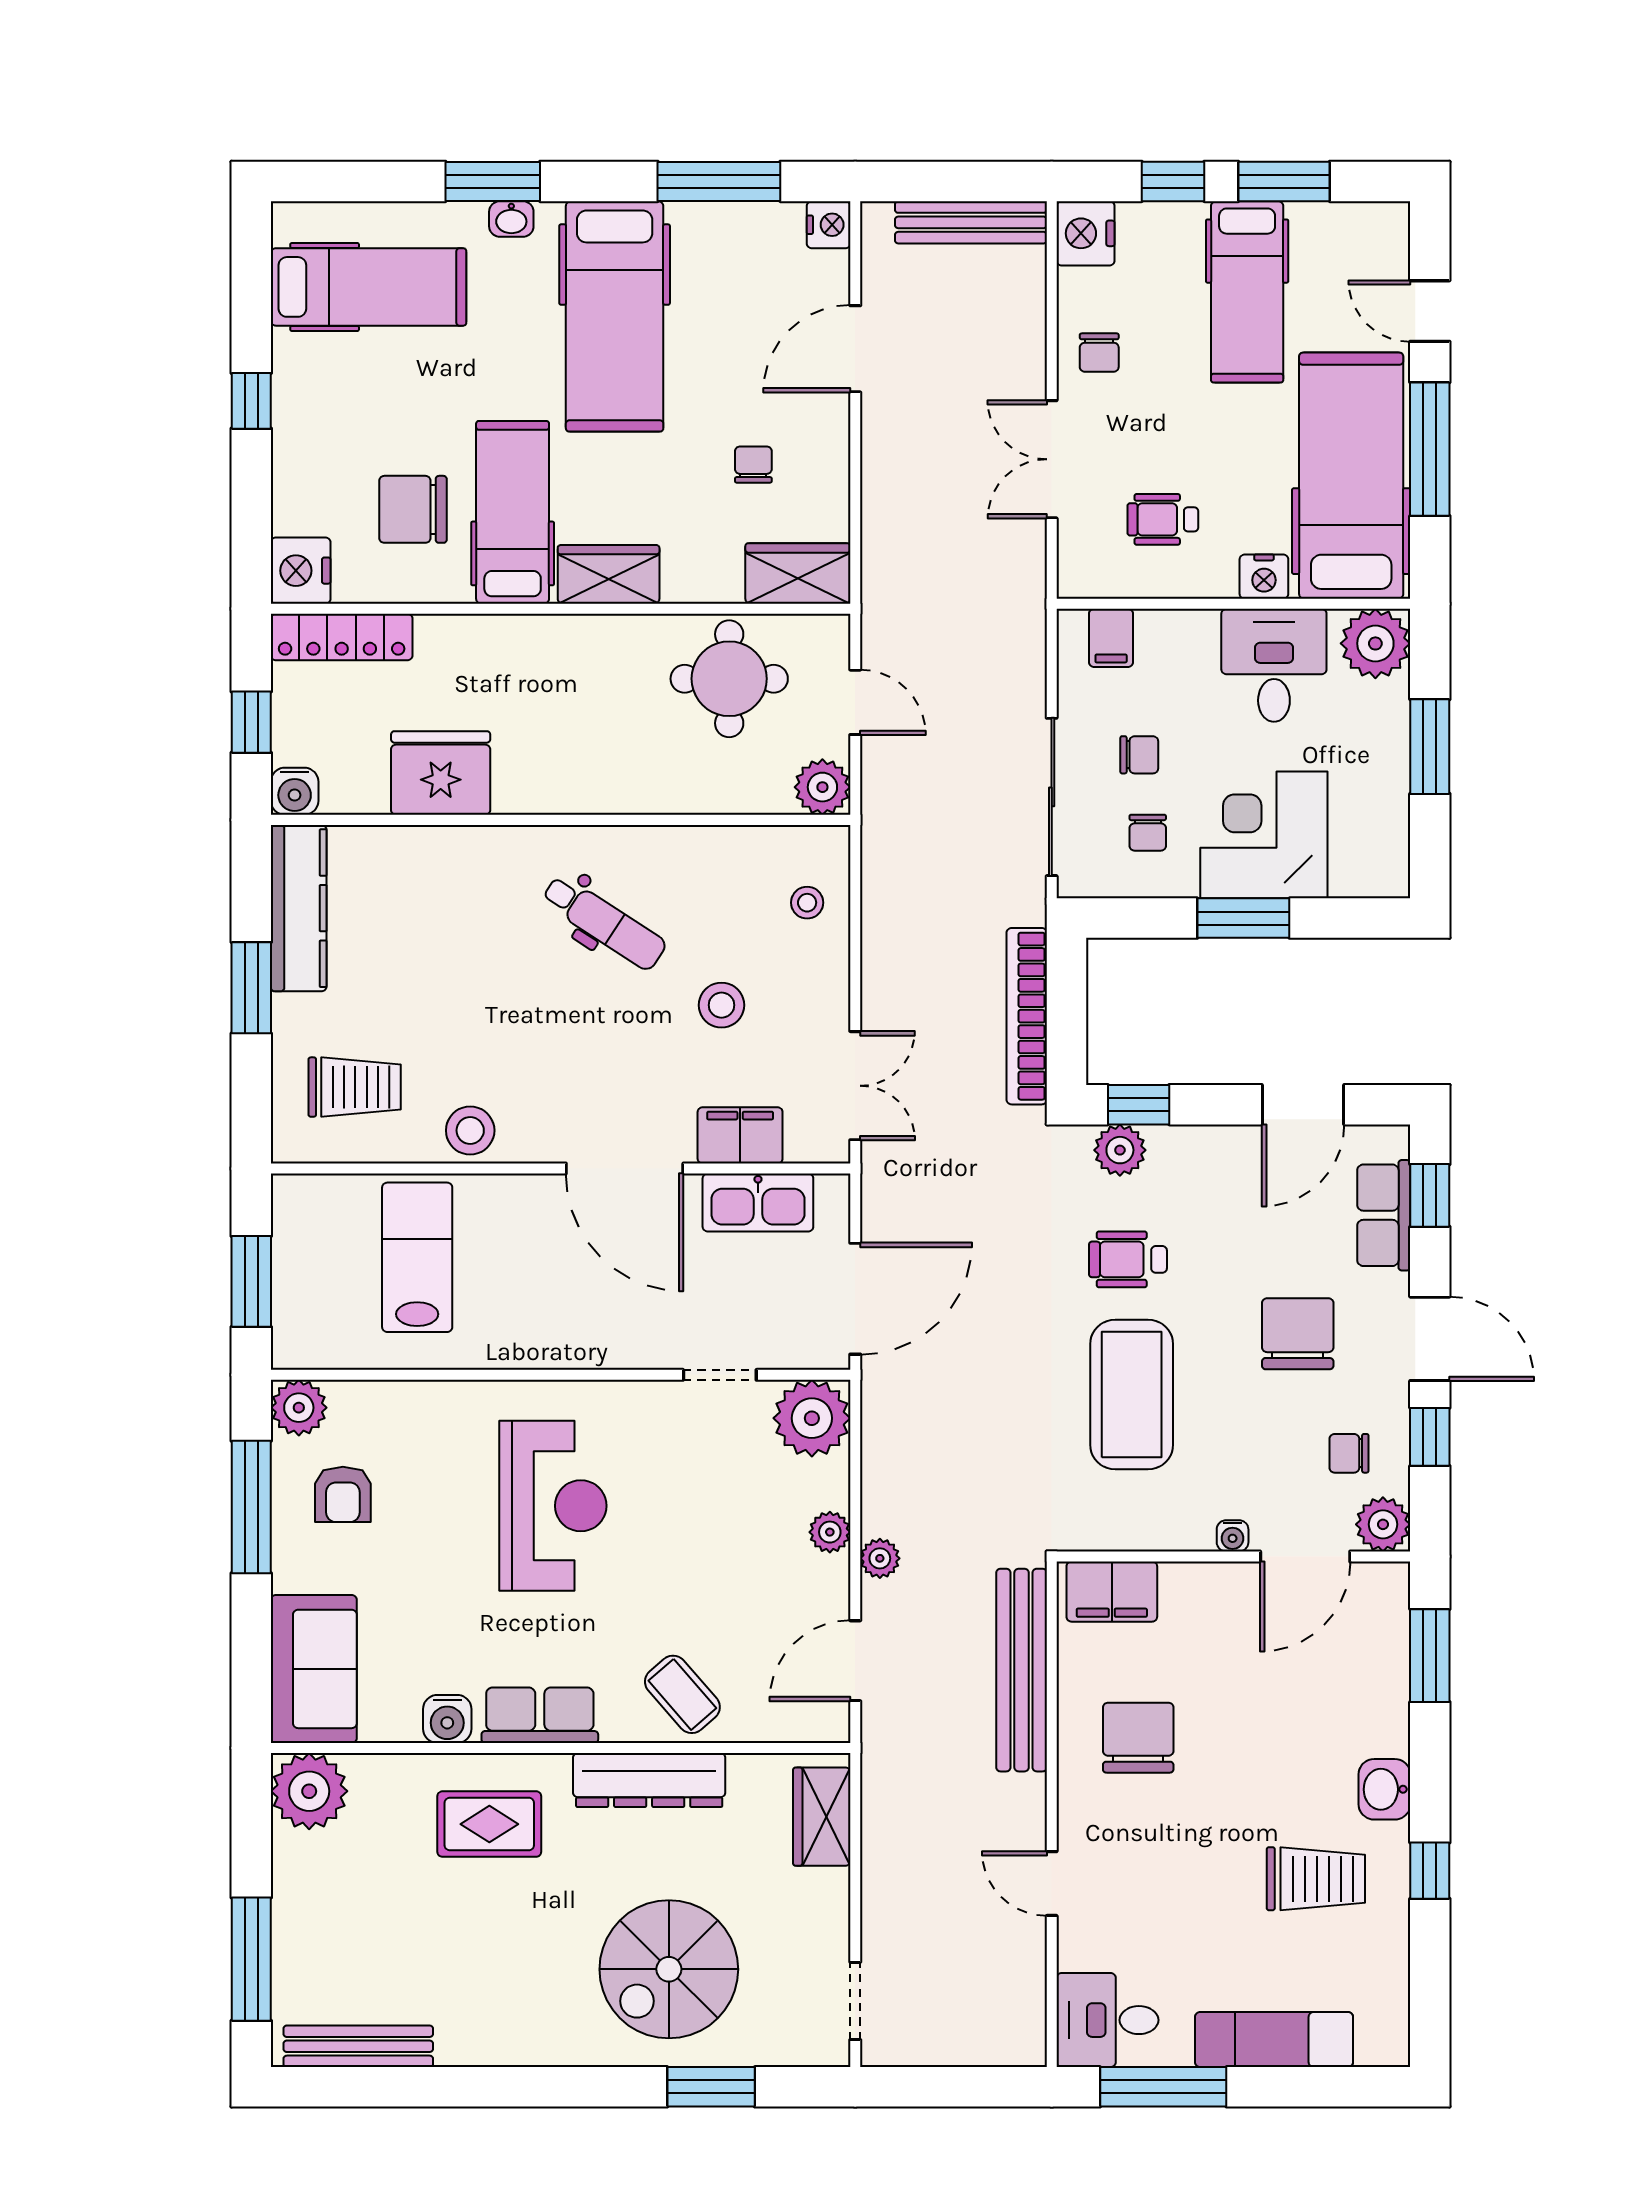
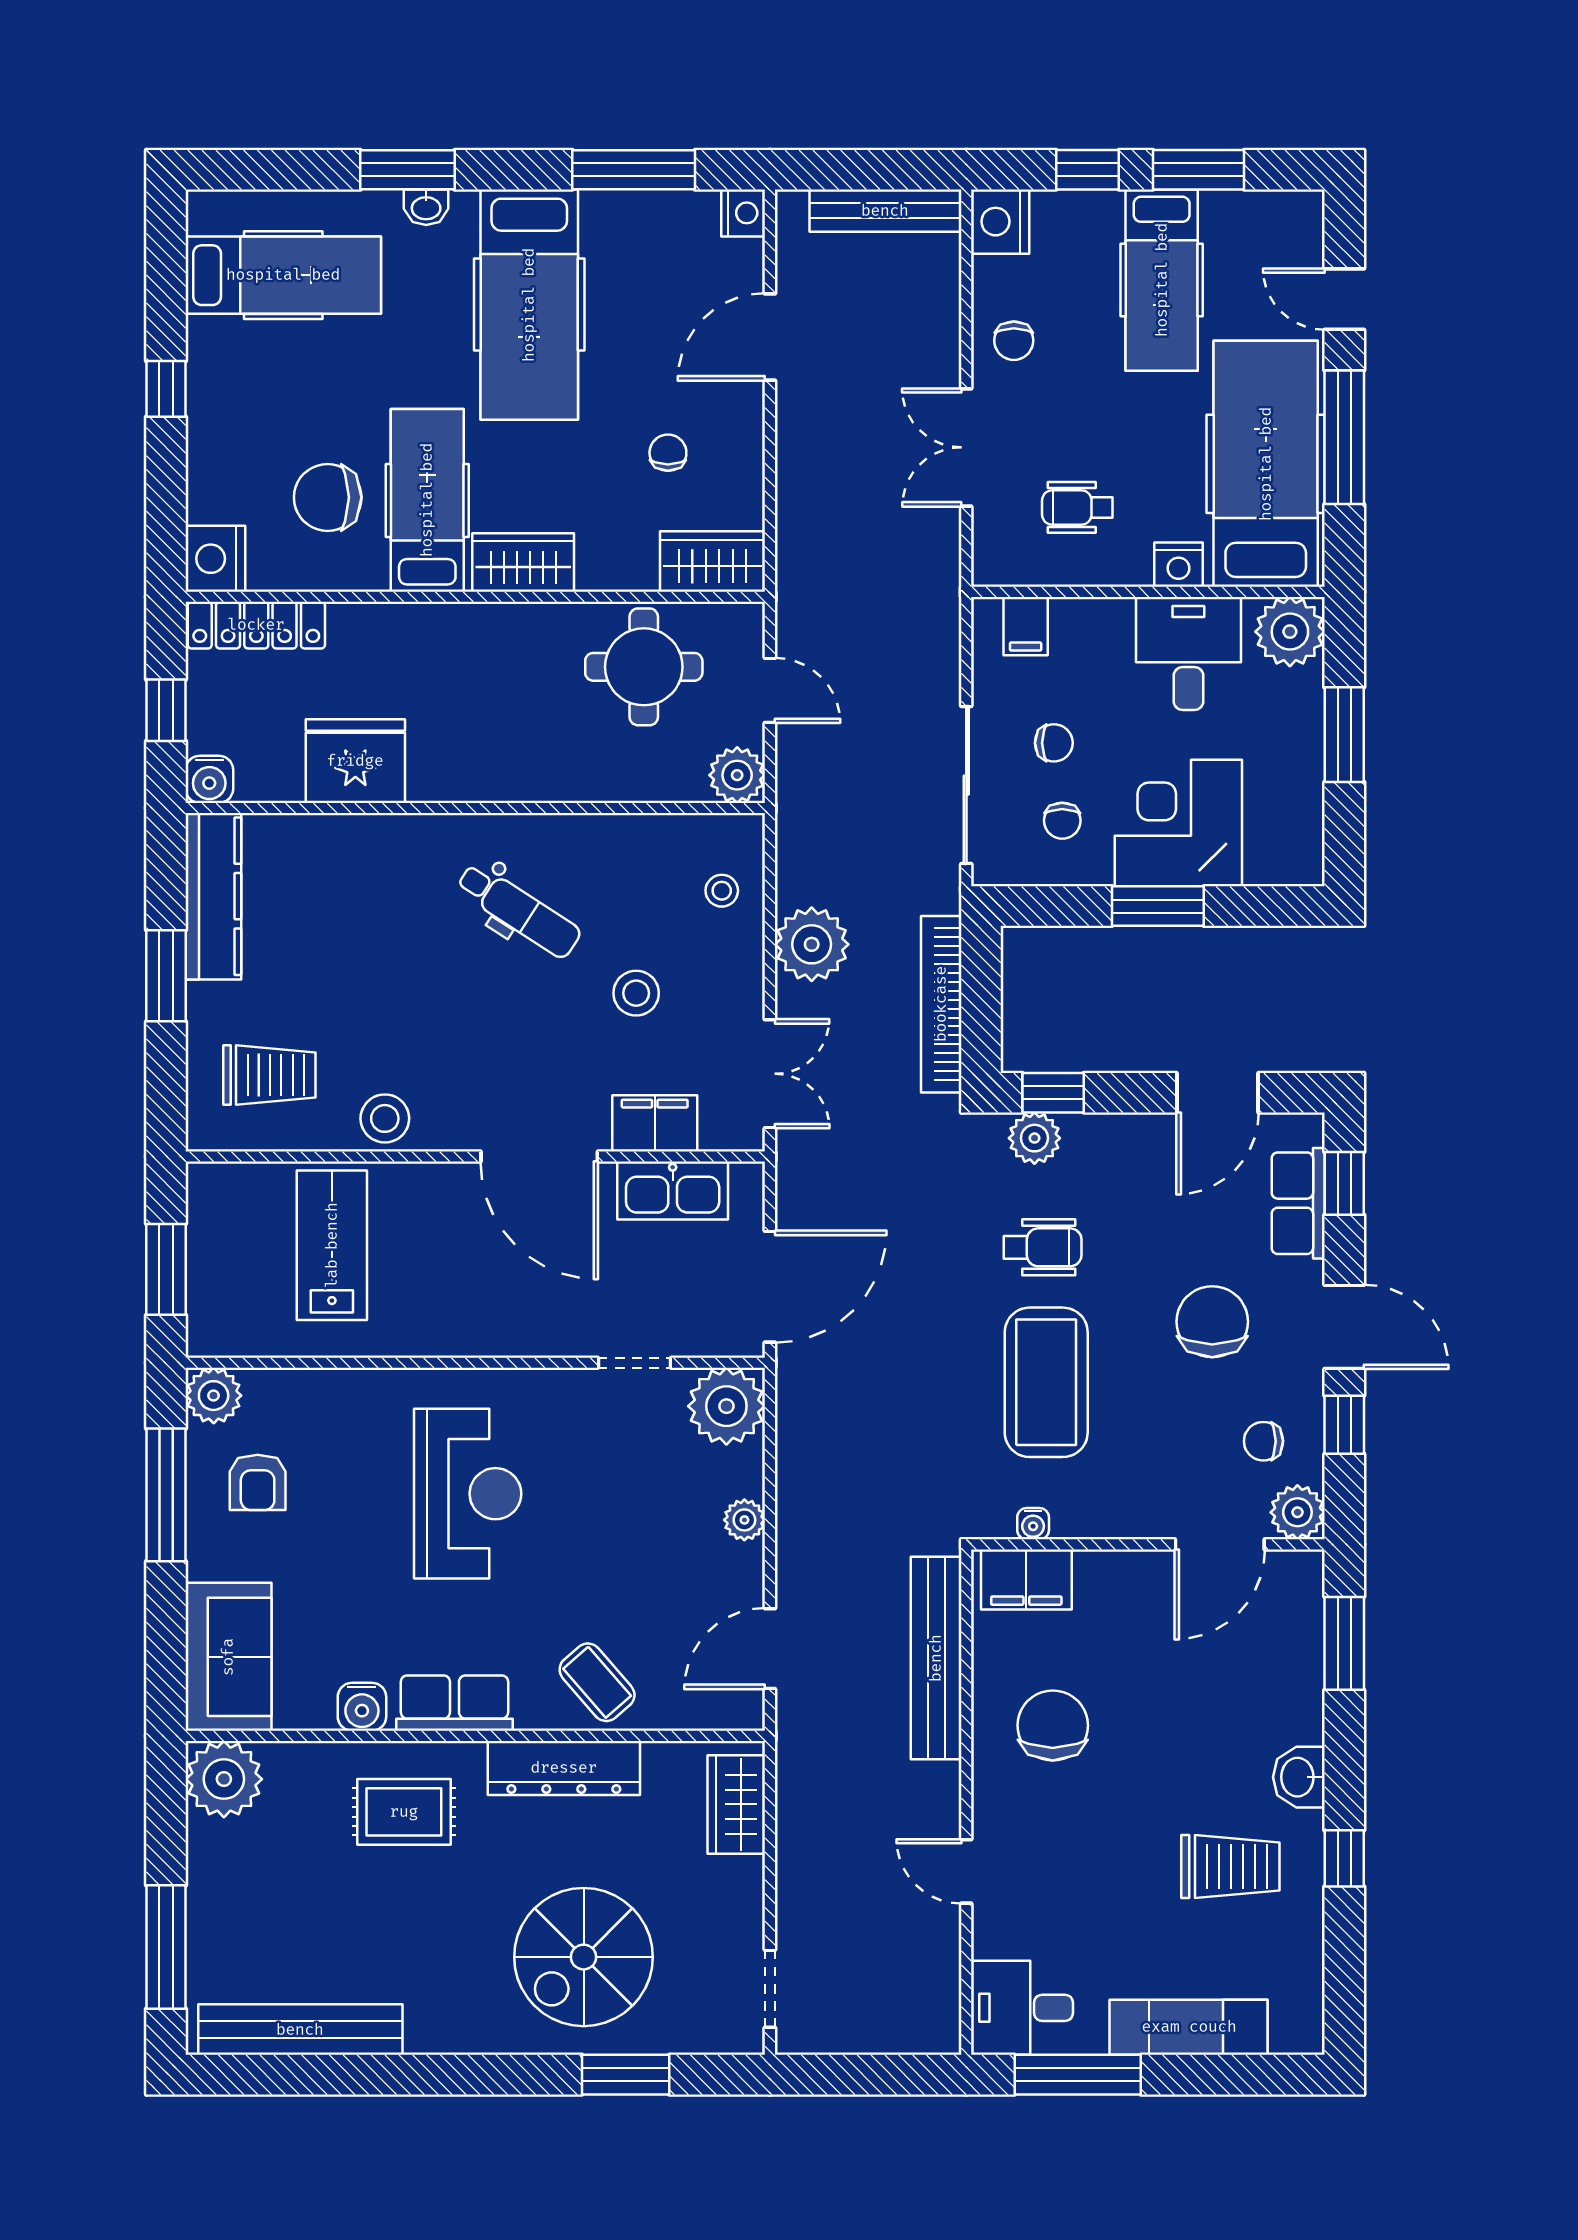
wheelchair: (1128, 1259) -> (1042, 1247), turned 180
water cooler: (1233, 1536) -> (1033, 1524), moved
plant: (880, 1558) -> (812, 944), moved, width x1.88, depth x1.88
bench: (358, 2046) -> (300, 2030), width x1.37, depth x1.21

